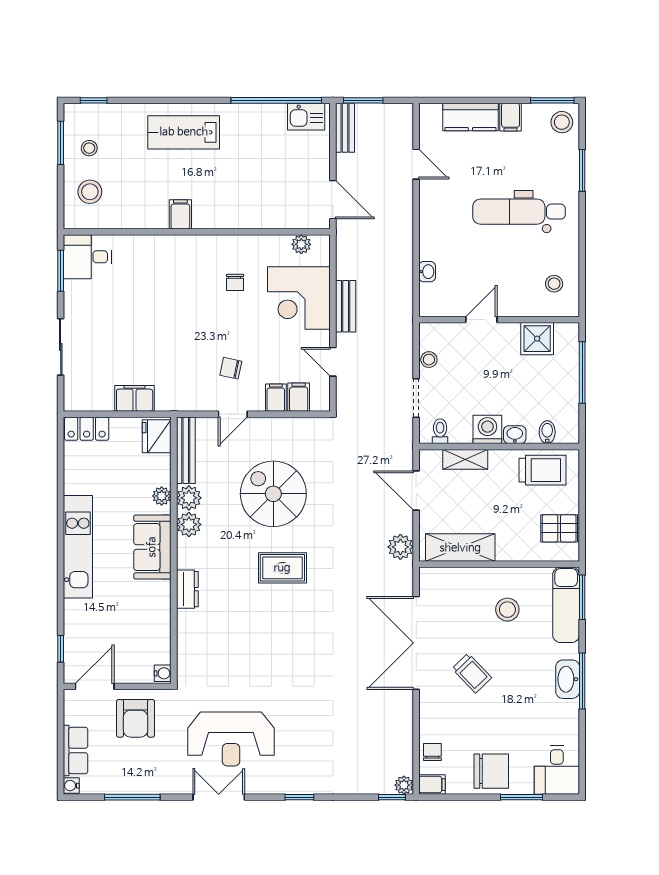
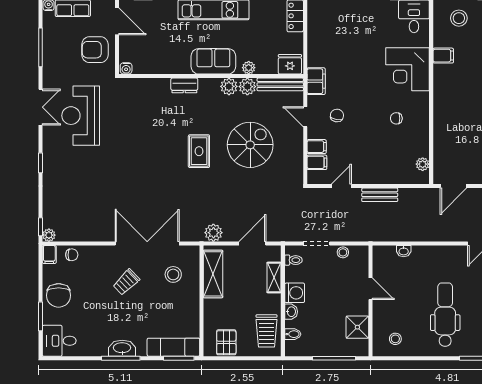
filing cabinet: (180, 214) -> (443, 56), moved
corner desk: (299, 298) -> (408, 69), moved, turned -90
filing cabinet: (135, 398) -> (316, 81), moved
stool: (507, 610) -> (173, 274), moved

